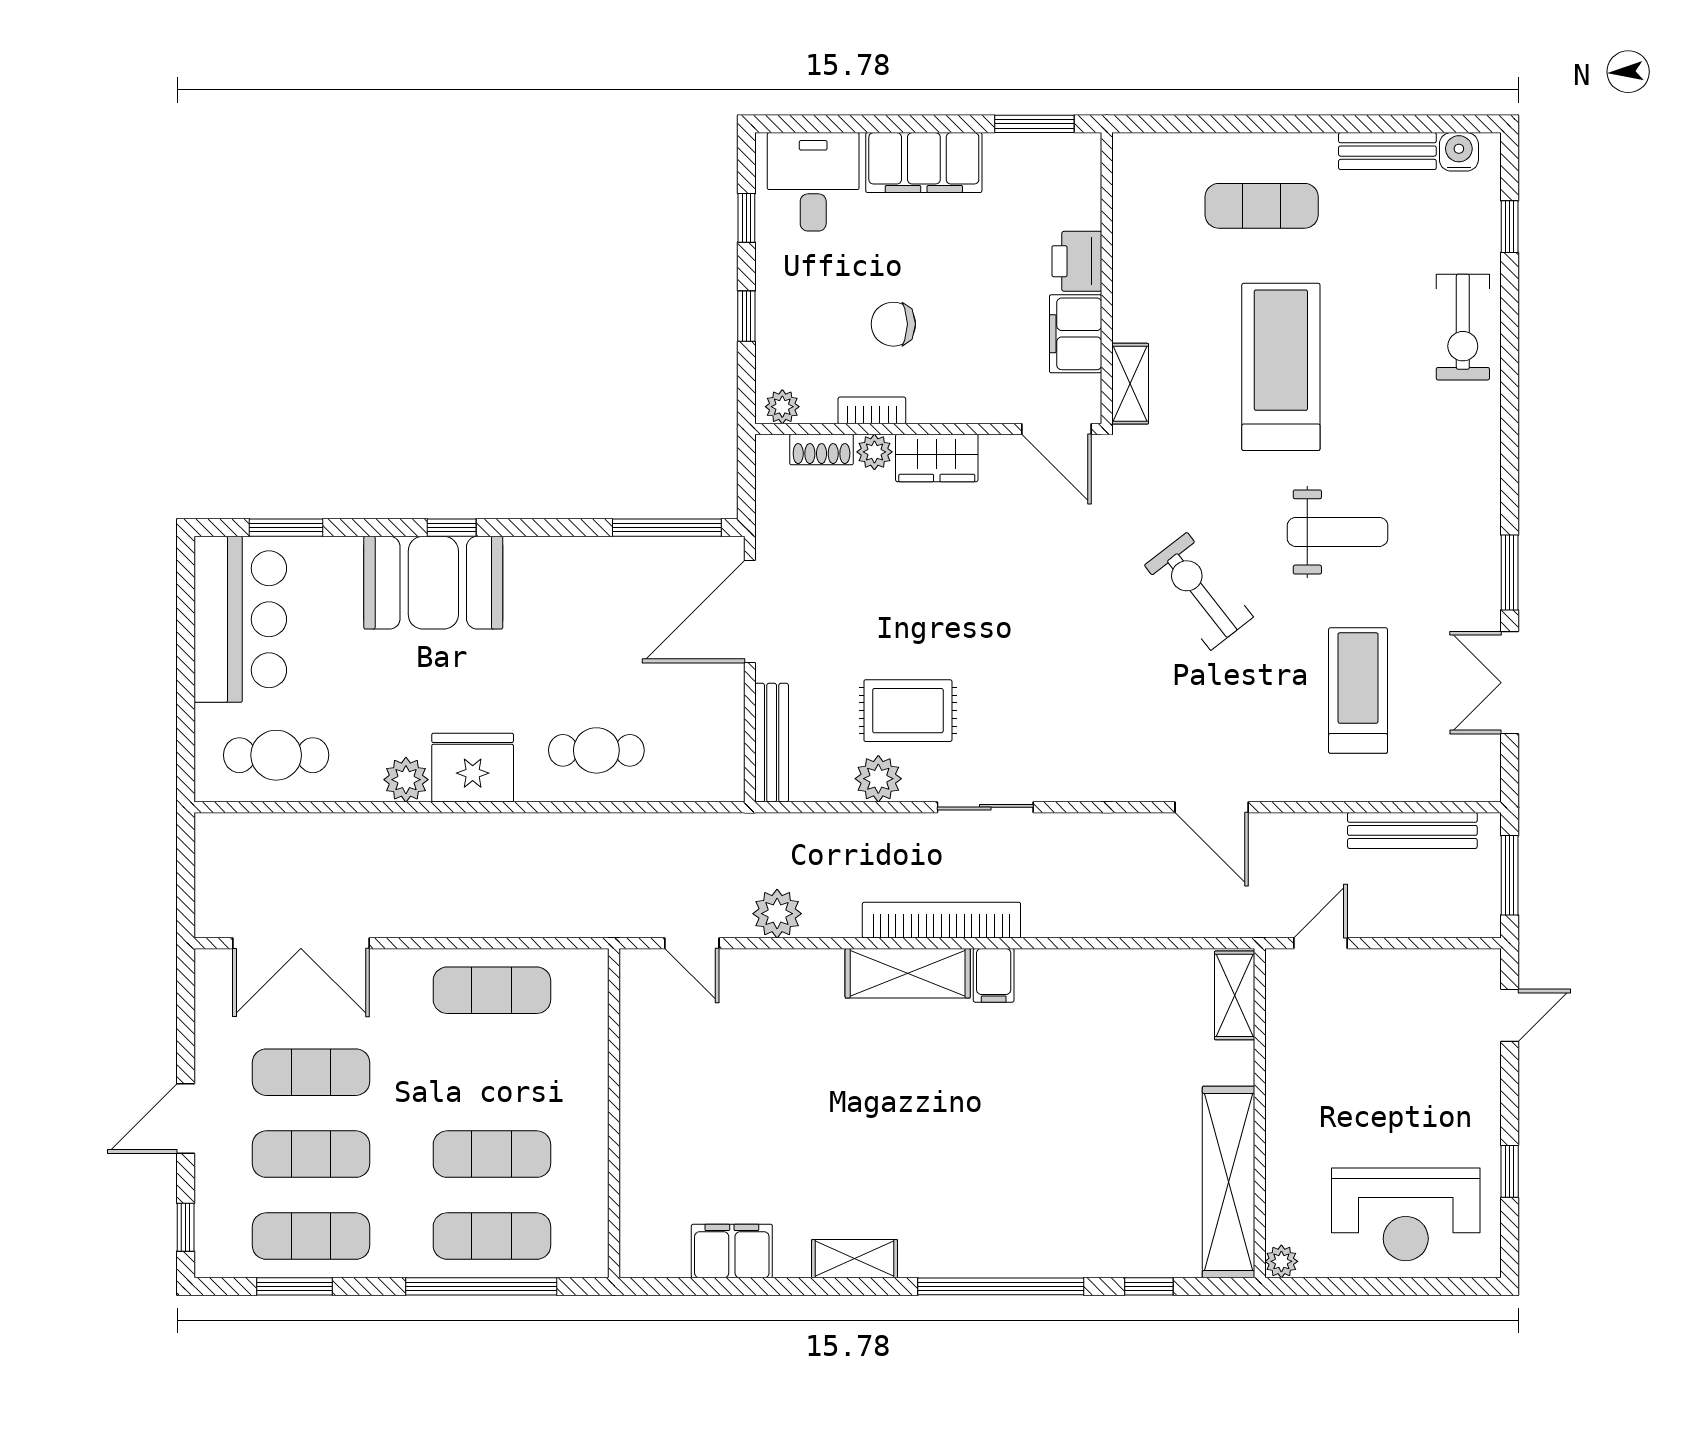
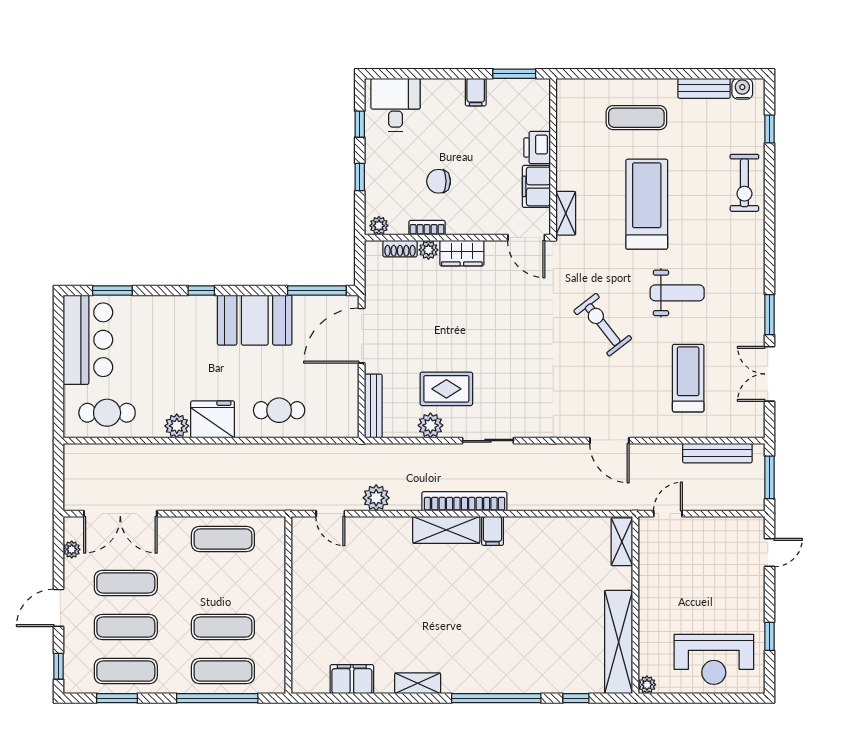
filing cabinet: (924, 163) -> (476, 92), width x0.33, depth x0.86
booth: (433, 583) -> (255, 320), moved
plant: (210, 1010) -> (72, 549), added

